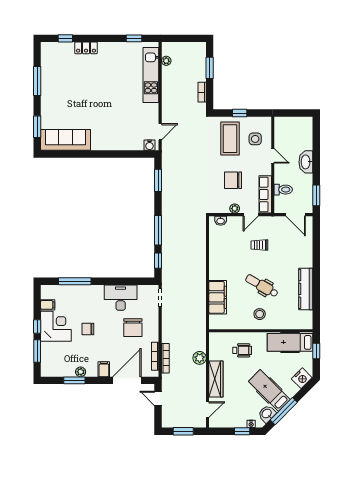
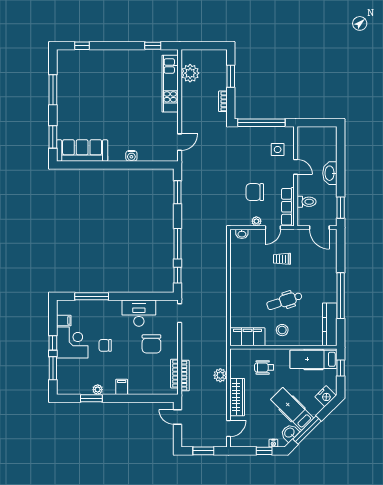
locker: (86, 48) -> (103, 56), removed
plant: (166, 61) -> (190, 73), width x1.87, depth x1.87
window: (240, 113) -> (261, 123), width x3.17
coffee table: (230, 139) -> (252, 149), removed
water cooler: (149, 145) -> (131, 156), moved
window: (316, 281) -> (341, 296), added
dental chair: (262, 286) -> (284, 301), turned -48
kitchen counter: (306, 289) -> (330, 324), moved
filing cabinet: (218, 297) -> (247, 337), moved, turned -90
wheelchair: (242, 350) -> (264, 367), turned 180
door: (127, 380) -> (145, 398), removed

